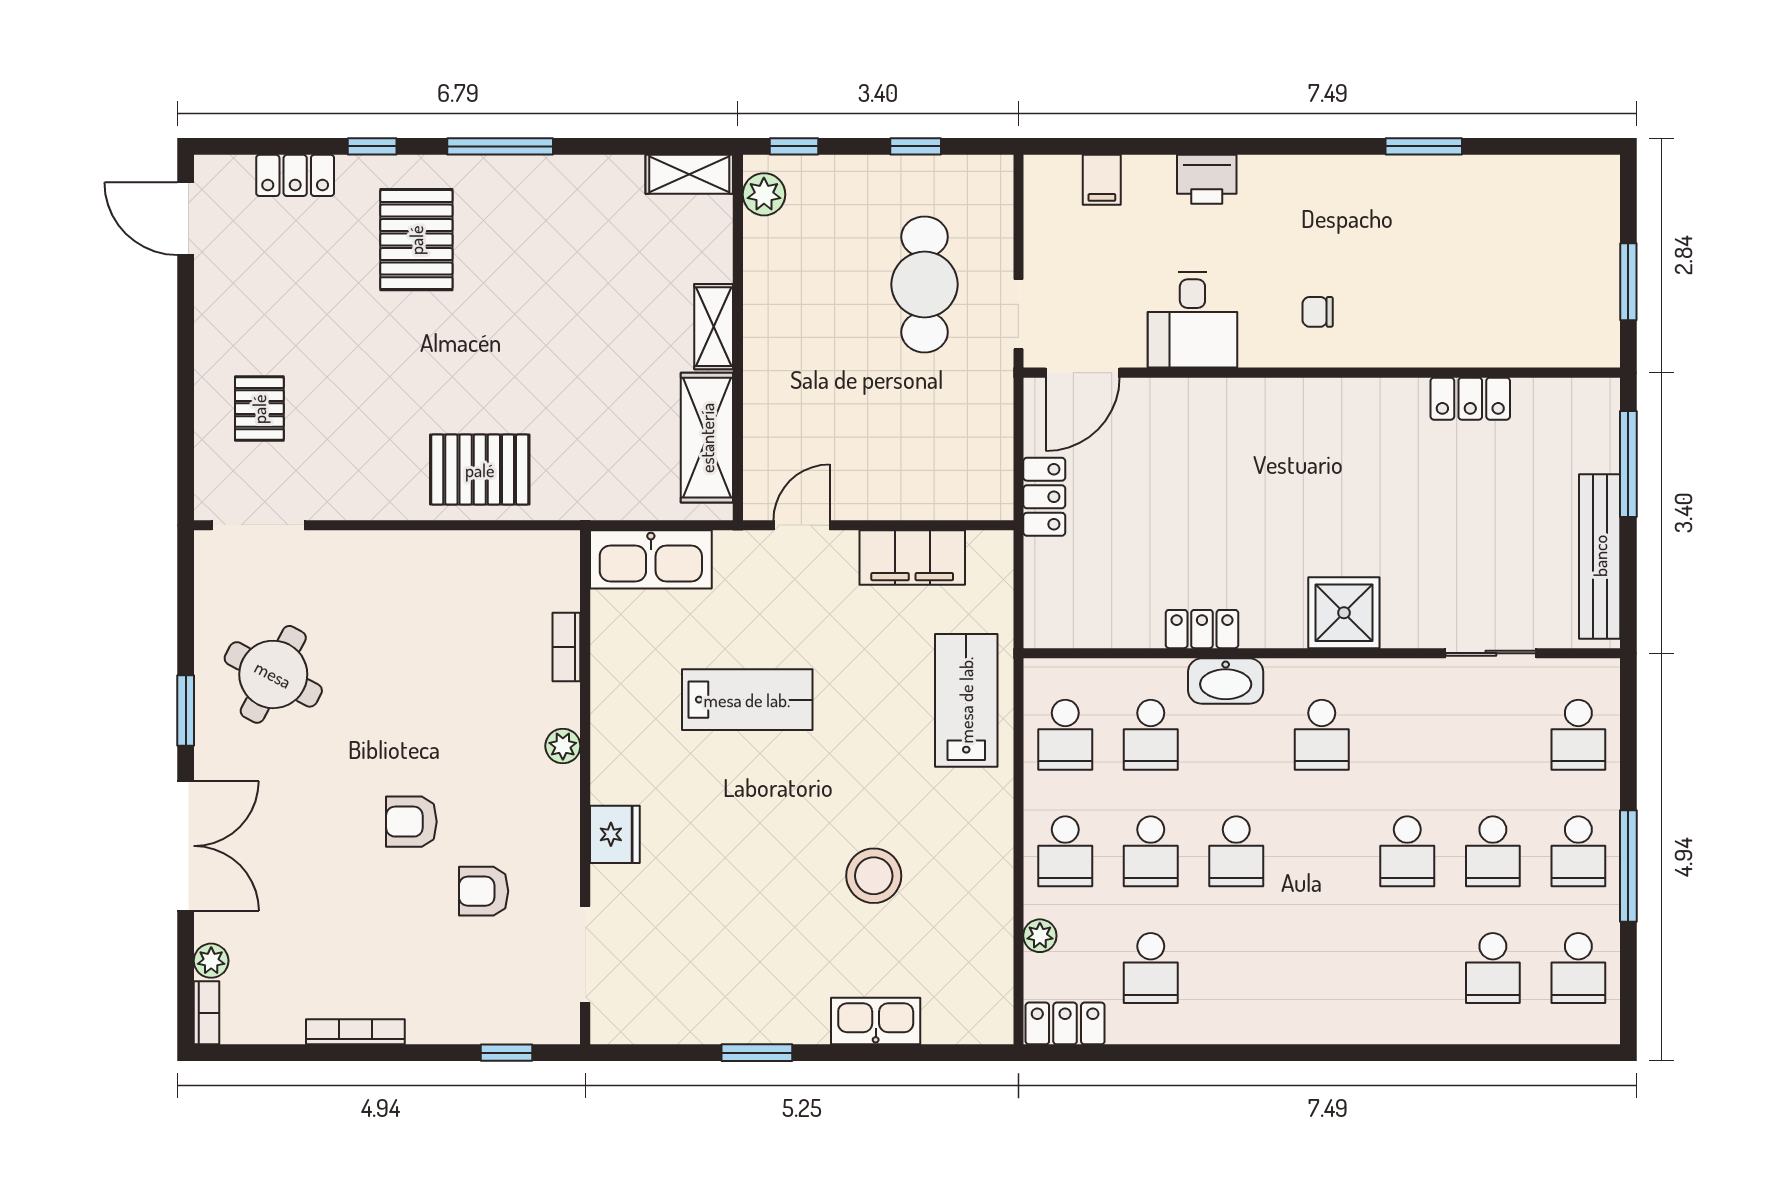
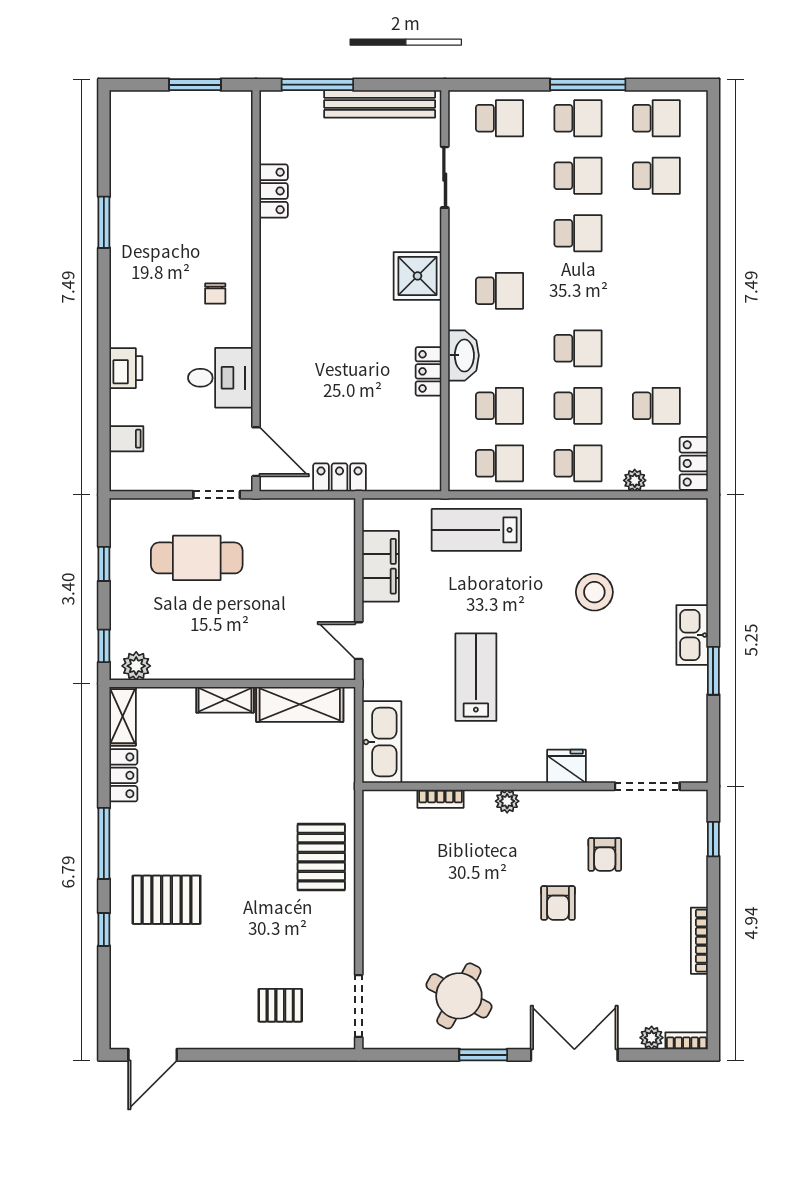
locker: (295, 175) -> (123, 775), moved
kitchen sink: (876, 1021) -> (692, 635), moved

